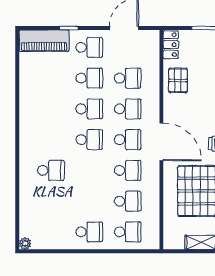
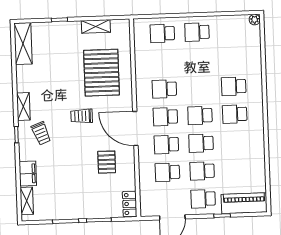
pallet: (178, 80) -> (107, 162), moved
door: (161, 142) -> (135, 128), moved
school desk: (128, 201) -> (235, 114), moved

